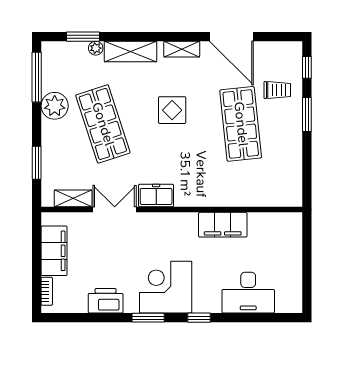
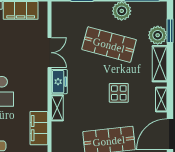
plant: (96, 48) -> (158, 35), width x1.88, depth x1.88
shop shelf: (103, 124) -> (109, 45), turned 33
shelving: (73, 198) -> (57, 108), moved

